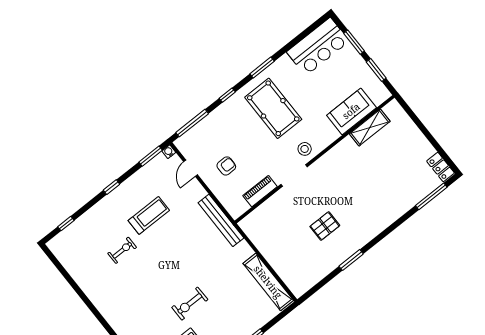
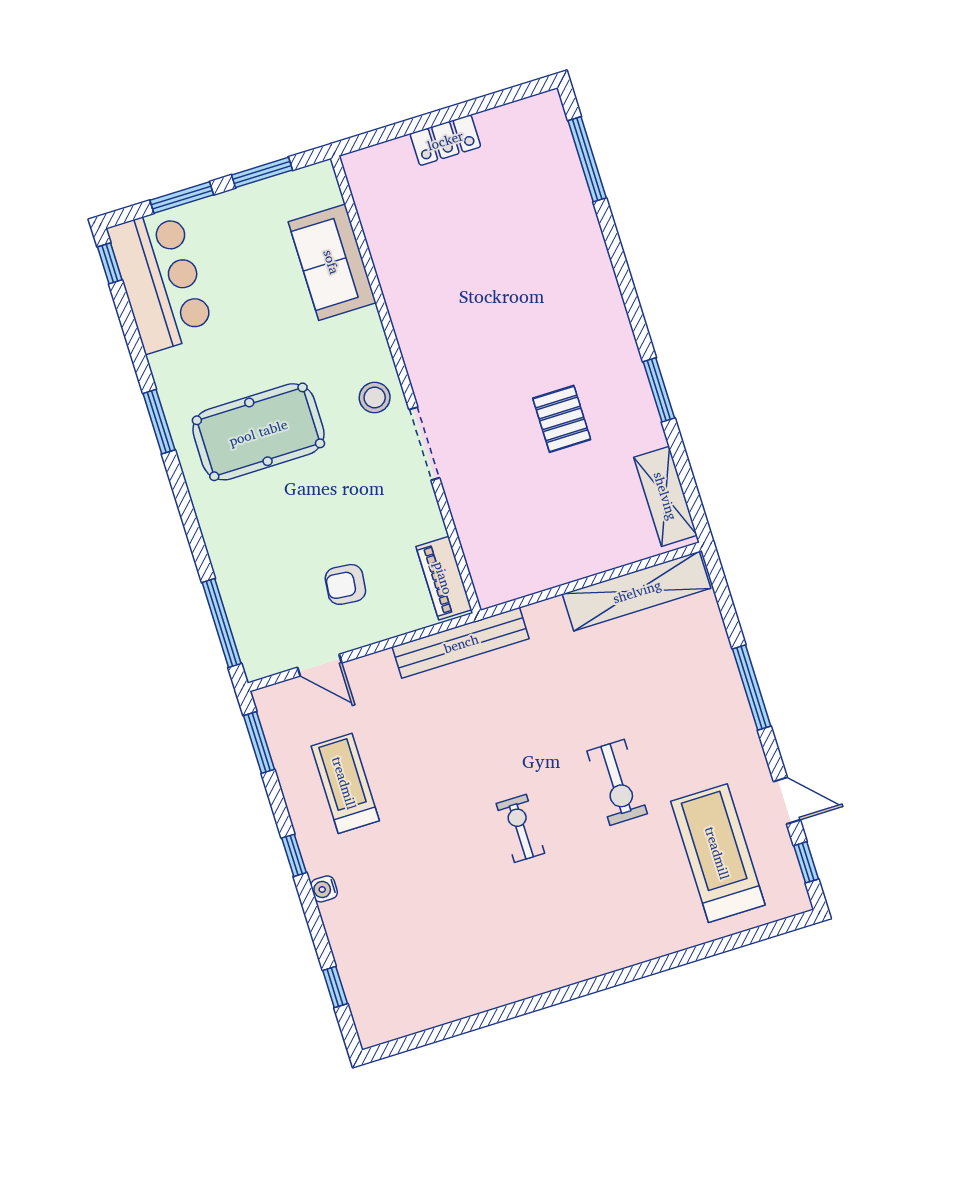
window: (227, 95) -> (110, 263), moved
shelving: (370, 128) -> (666, 496), moved
water cooler: (169, 152) -> (324, 889), moved
armchair: (226, 166) -> (345, 584), turned -84
locker: (441, 167) -> (445, 140), moved
piano: (260, 191) -> (444, 578), moved
treadmill: (149, 215) -> (345, 783), moved
exercise bike: (122, 250) -> (520, 828), moved

